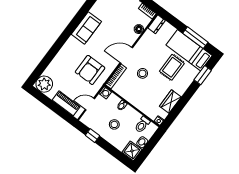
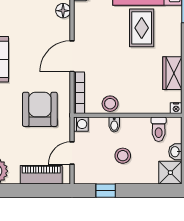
armchair: (90, 70) -> (40, 109), turned 180
stool: (142, 73) -> (110, 104), moved

